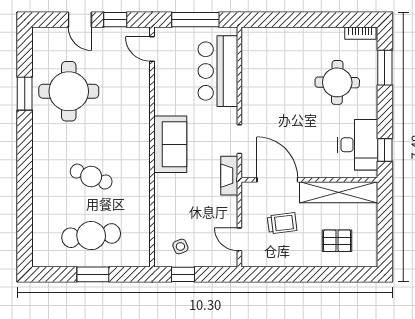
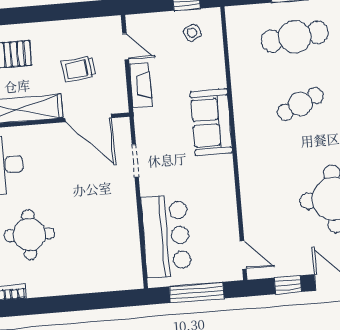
sofa: (170, 144) -> (211, 122), moved
fireplace: (229, 176) -> (141, 86), moved
cafe table: (91, 177) -> (300, 104), turned -45

